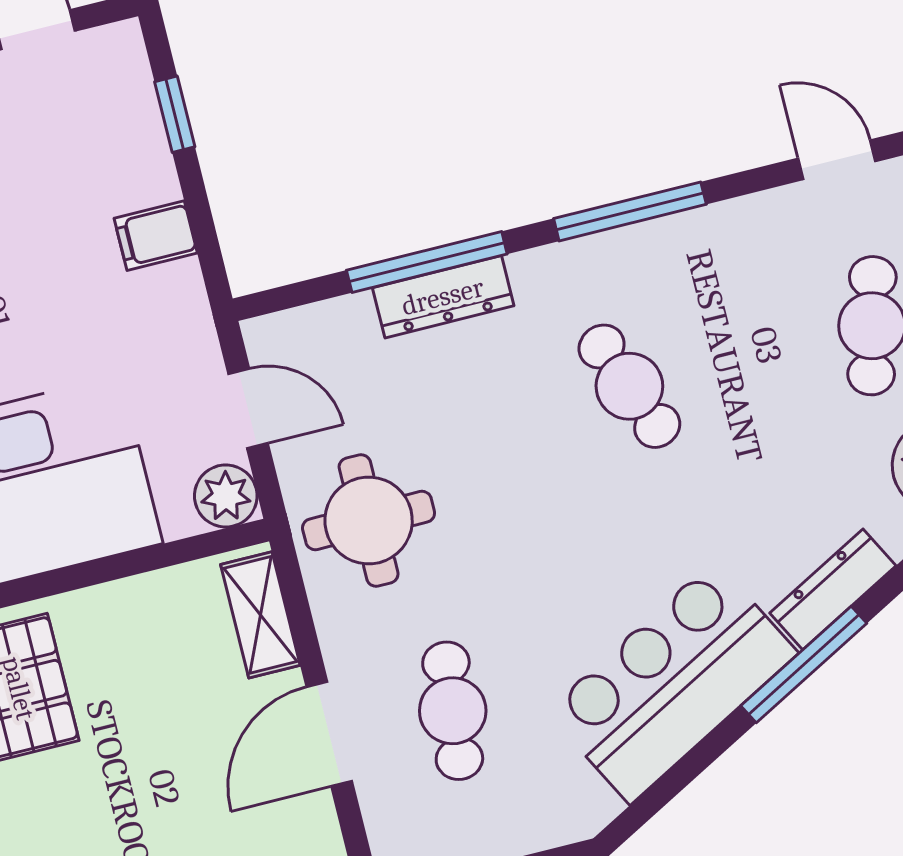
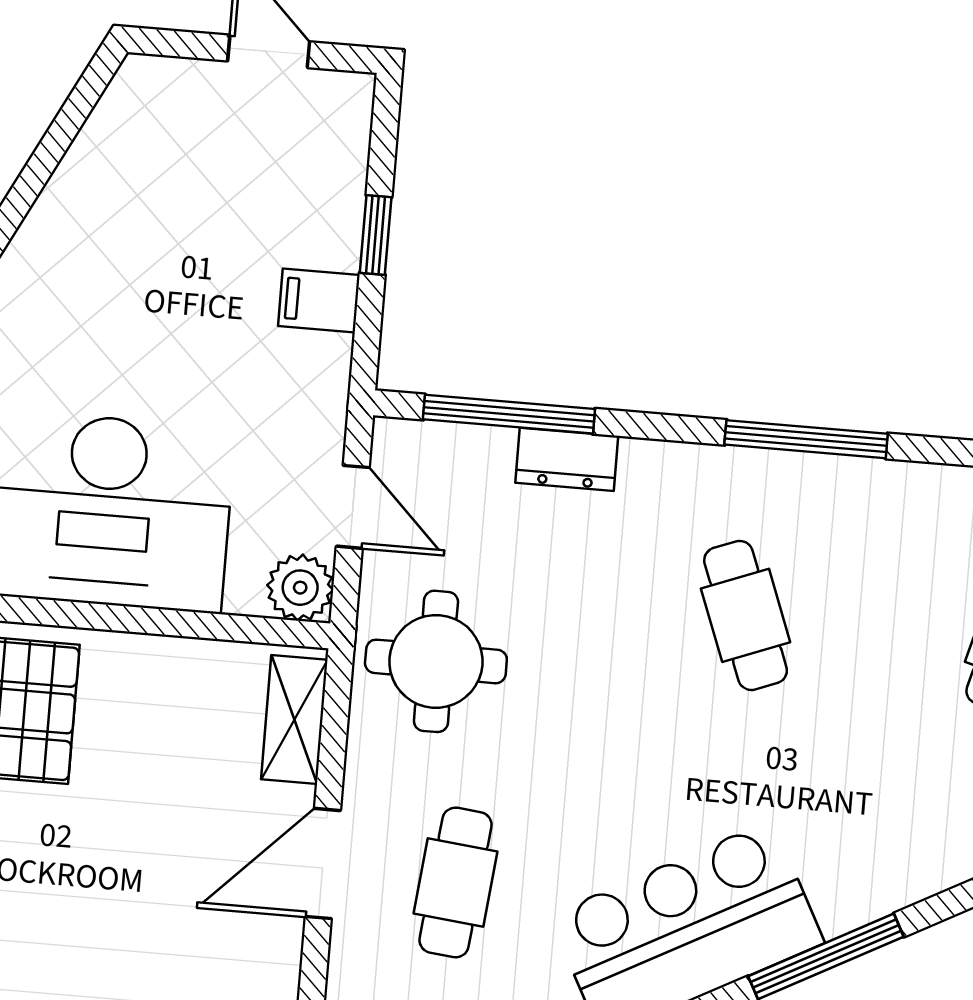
window: (175, 114) -> (376, 235), moved
window: (427, 262) -> (509, 414), moved
dresser: (443, 297) -> (567, 459), width x0.70
dresser: (833, 589) -> (881, 891), removed

